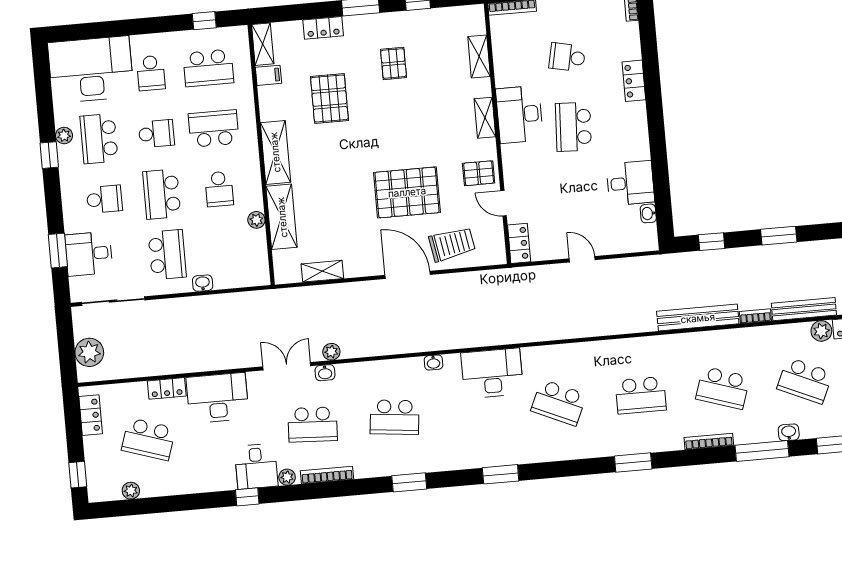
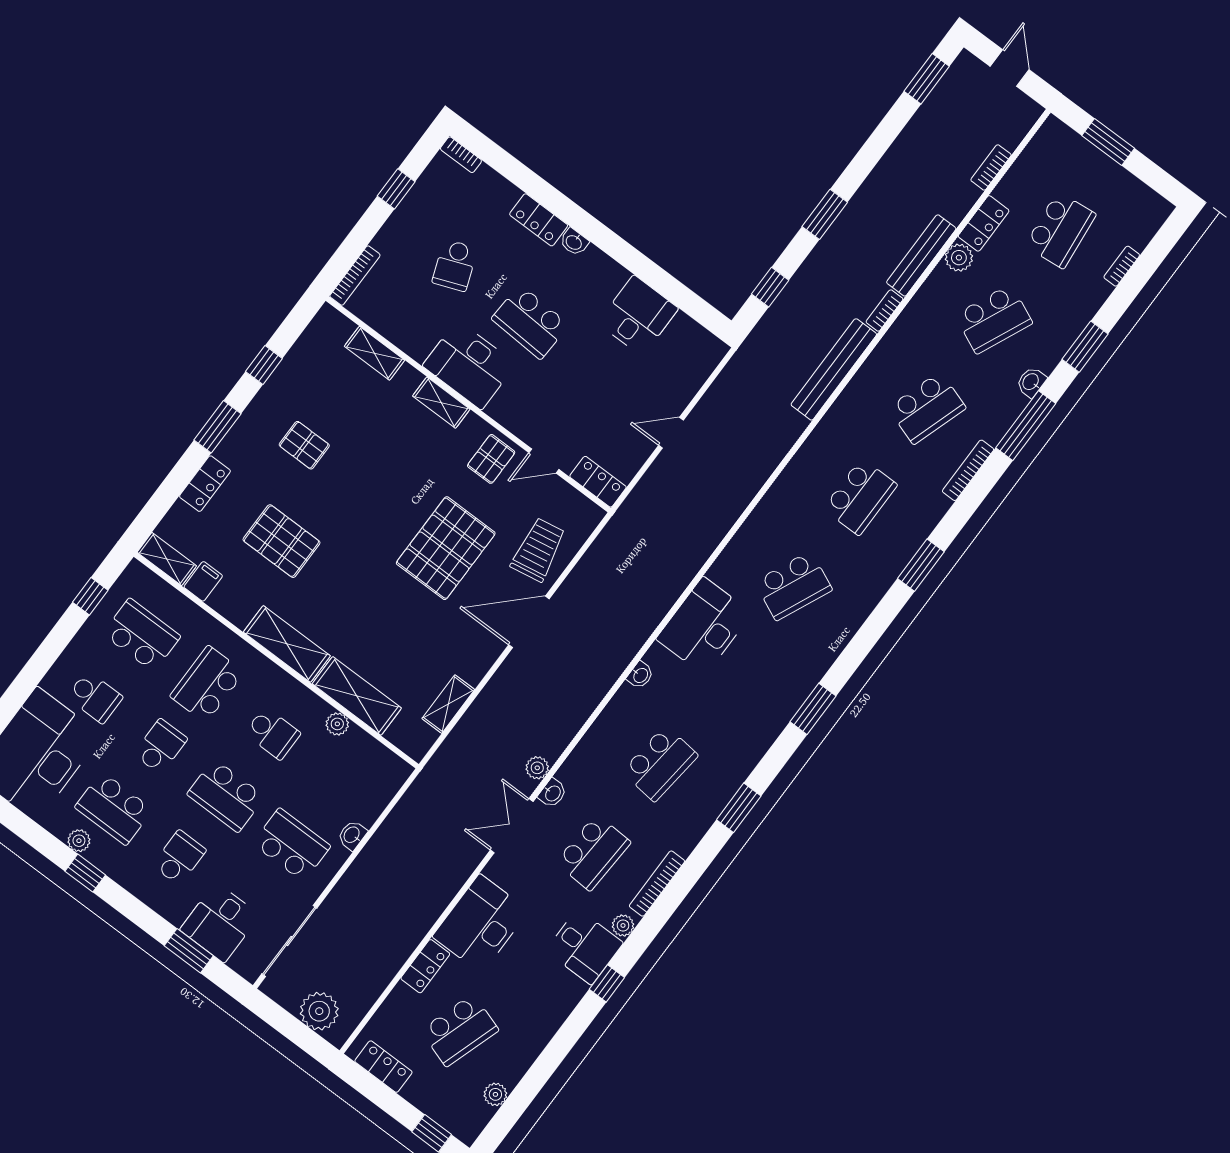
school desk: (567, 57) -> (455, 265), turned -33
school desk: (208, 68) -> (141, 635), turned -90
washbasin: (648, 213) -> (574, 242), moved

